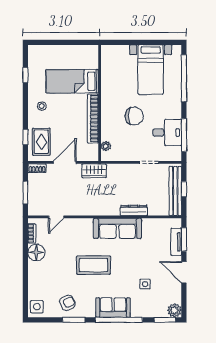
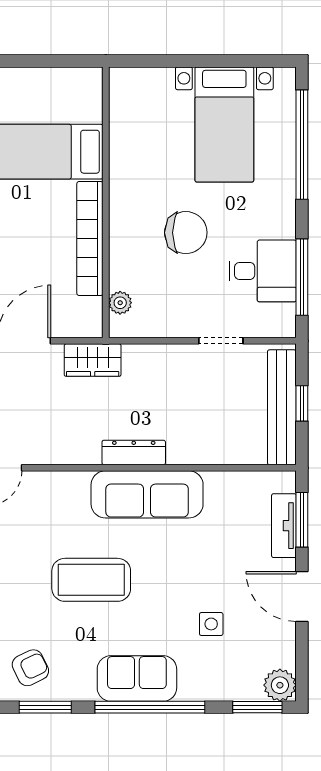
dresser: (134, 210) -> (134, 452), moved

